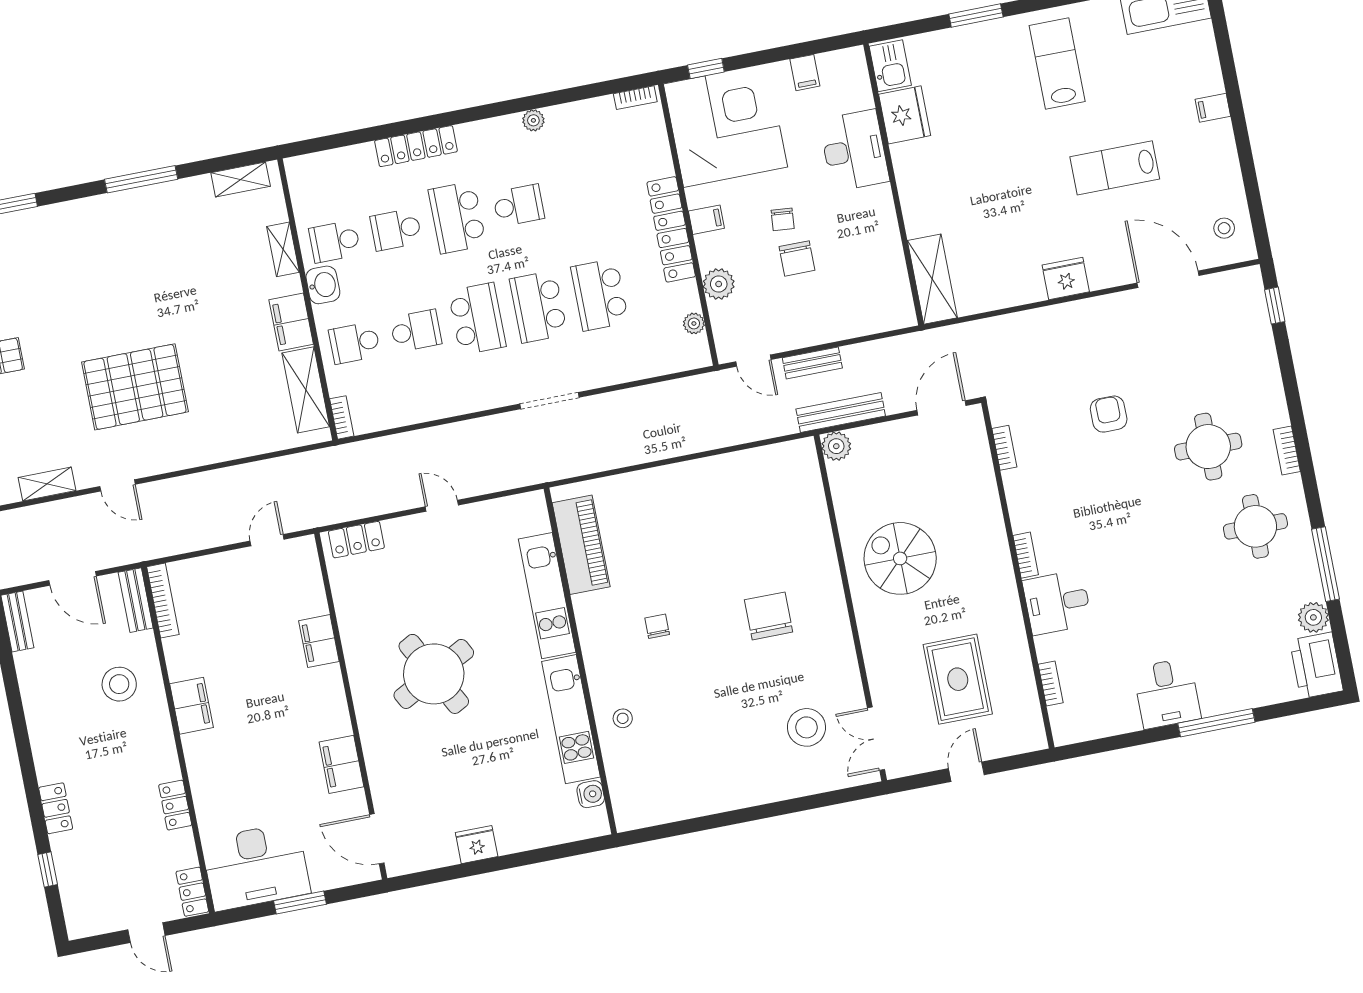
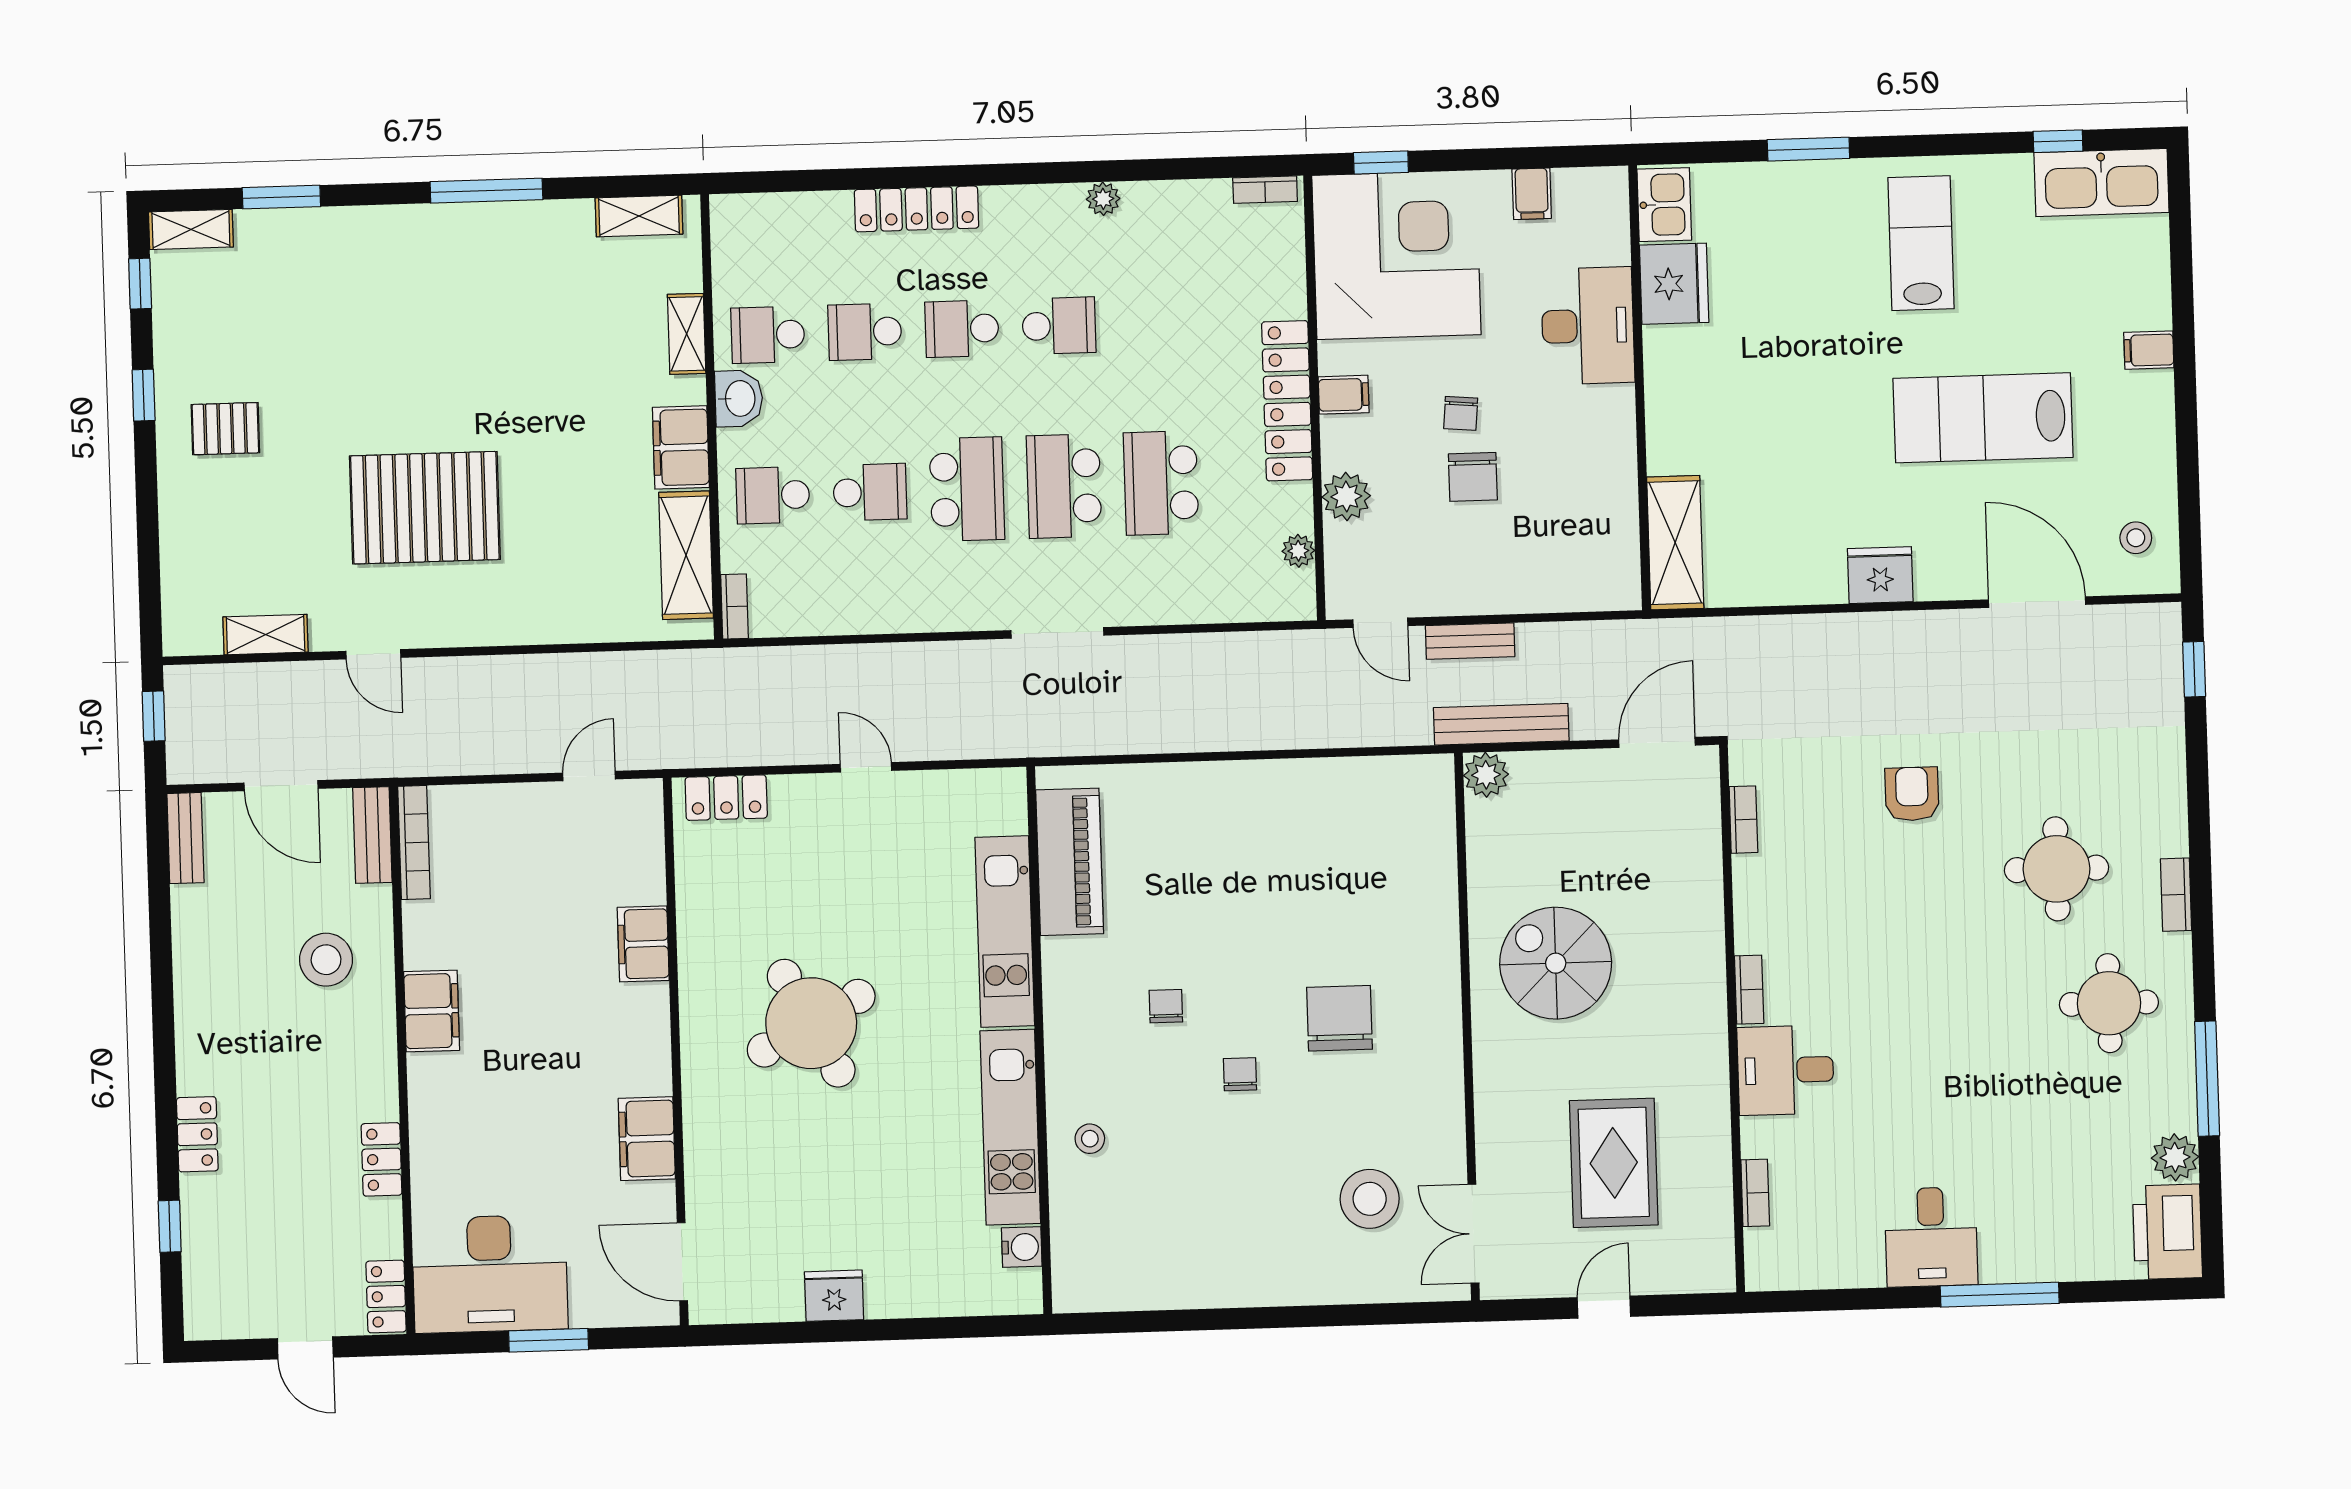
lab bench: (1115, 168) -> (1983, 418), width x1.36, depth x1.39
school desk: (457, 217) -> (962, 329), width x0.54
chair: (711, 662) -> (1240, 1074), added

